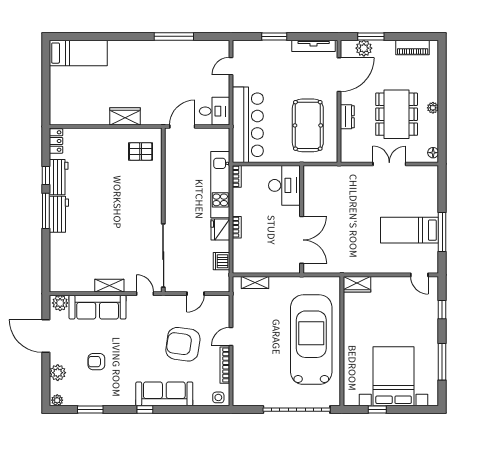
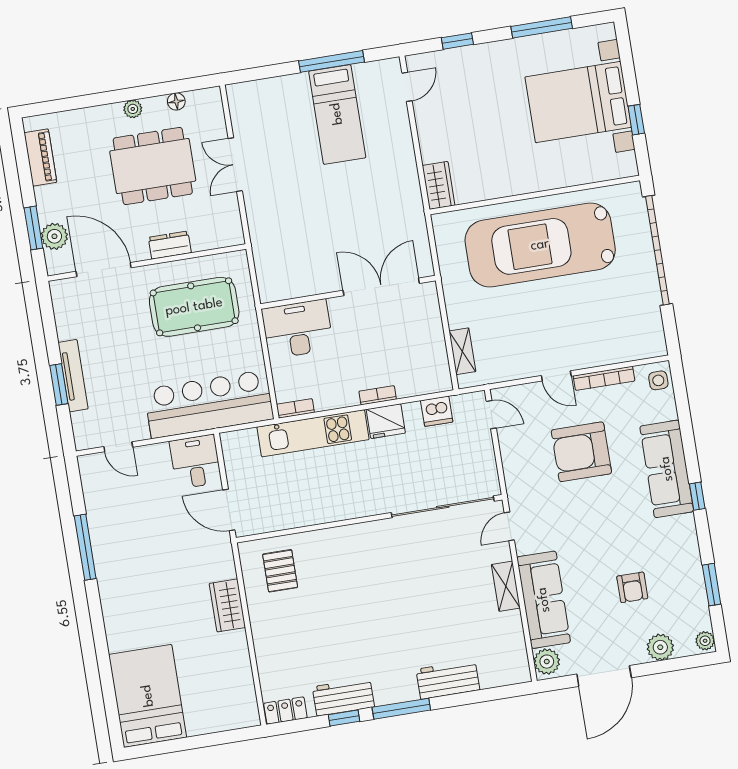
tv unit: (314, 46) -> (73, 376), moved
bed: (78, 53) -> (148, 696), width x1.50
floor lamp: (433, 153) -> (176, 101), moved
workbench: (59, 214) -> (448, 680), moved
door: (195, 294) -> (491, 415), moved
armchair: (183, 344) -> (581, 452), turned 82

